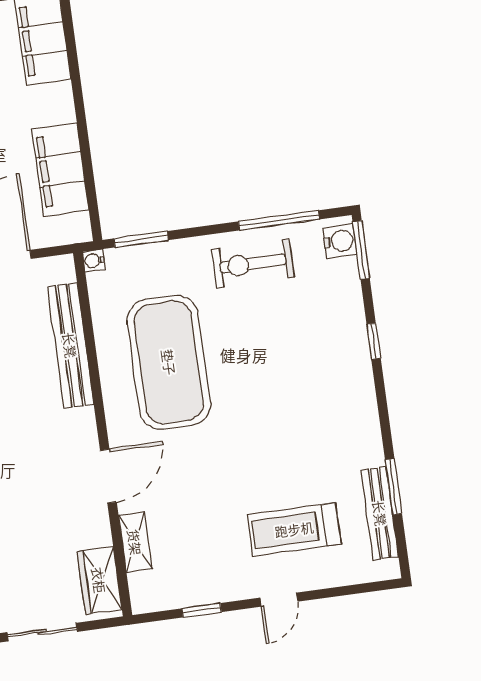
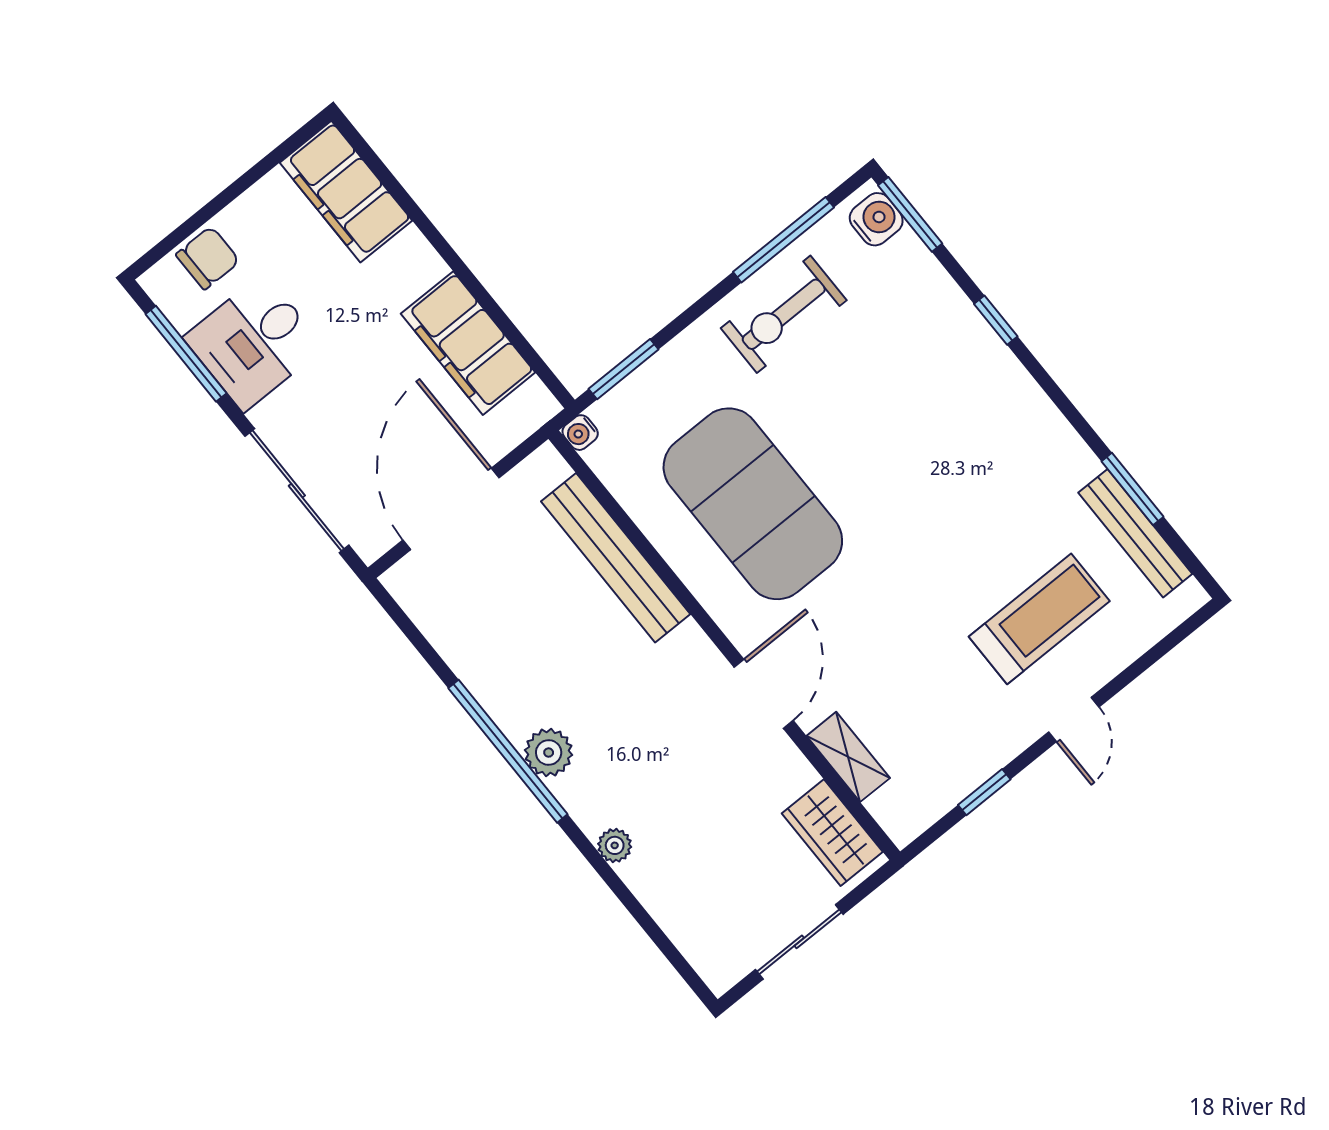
treadmill: (294, 529) -> (1039, 619), turned 180

